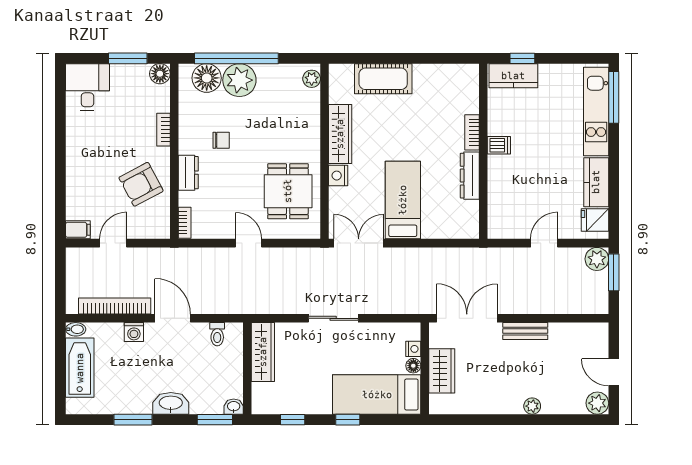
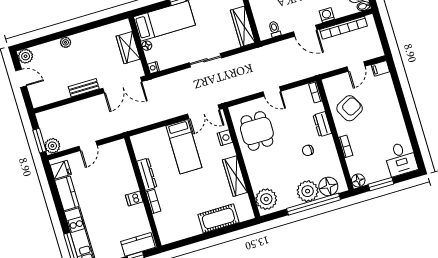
plant: (312, 79) -> (266, 199), width x1.87, depth x1.87
nightstand: (338, 176) -> (225, 138), moved
nightstand: (413, 349) -> (153, 68), moved

